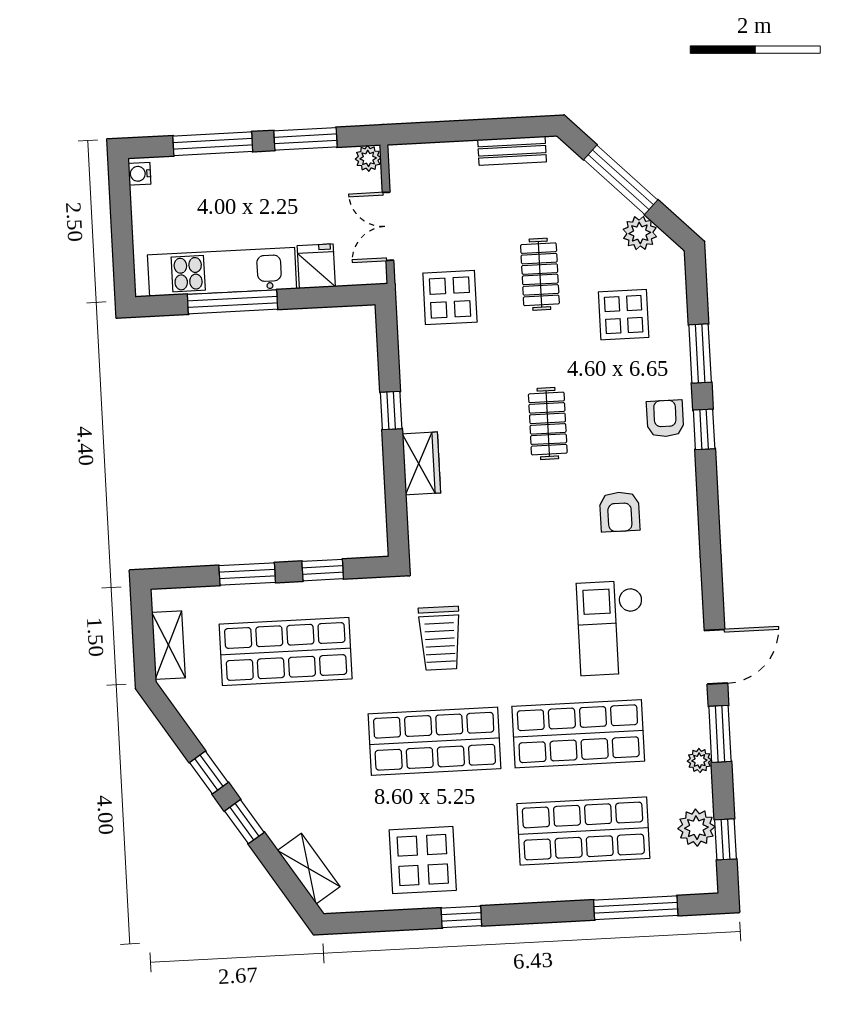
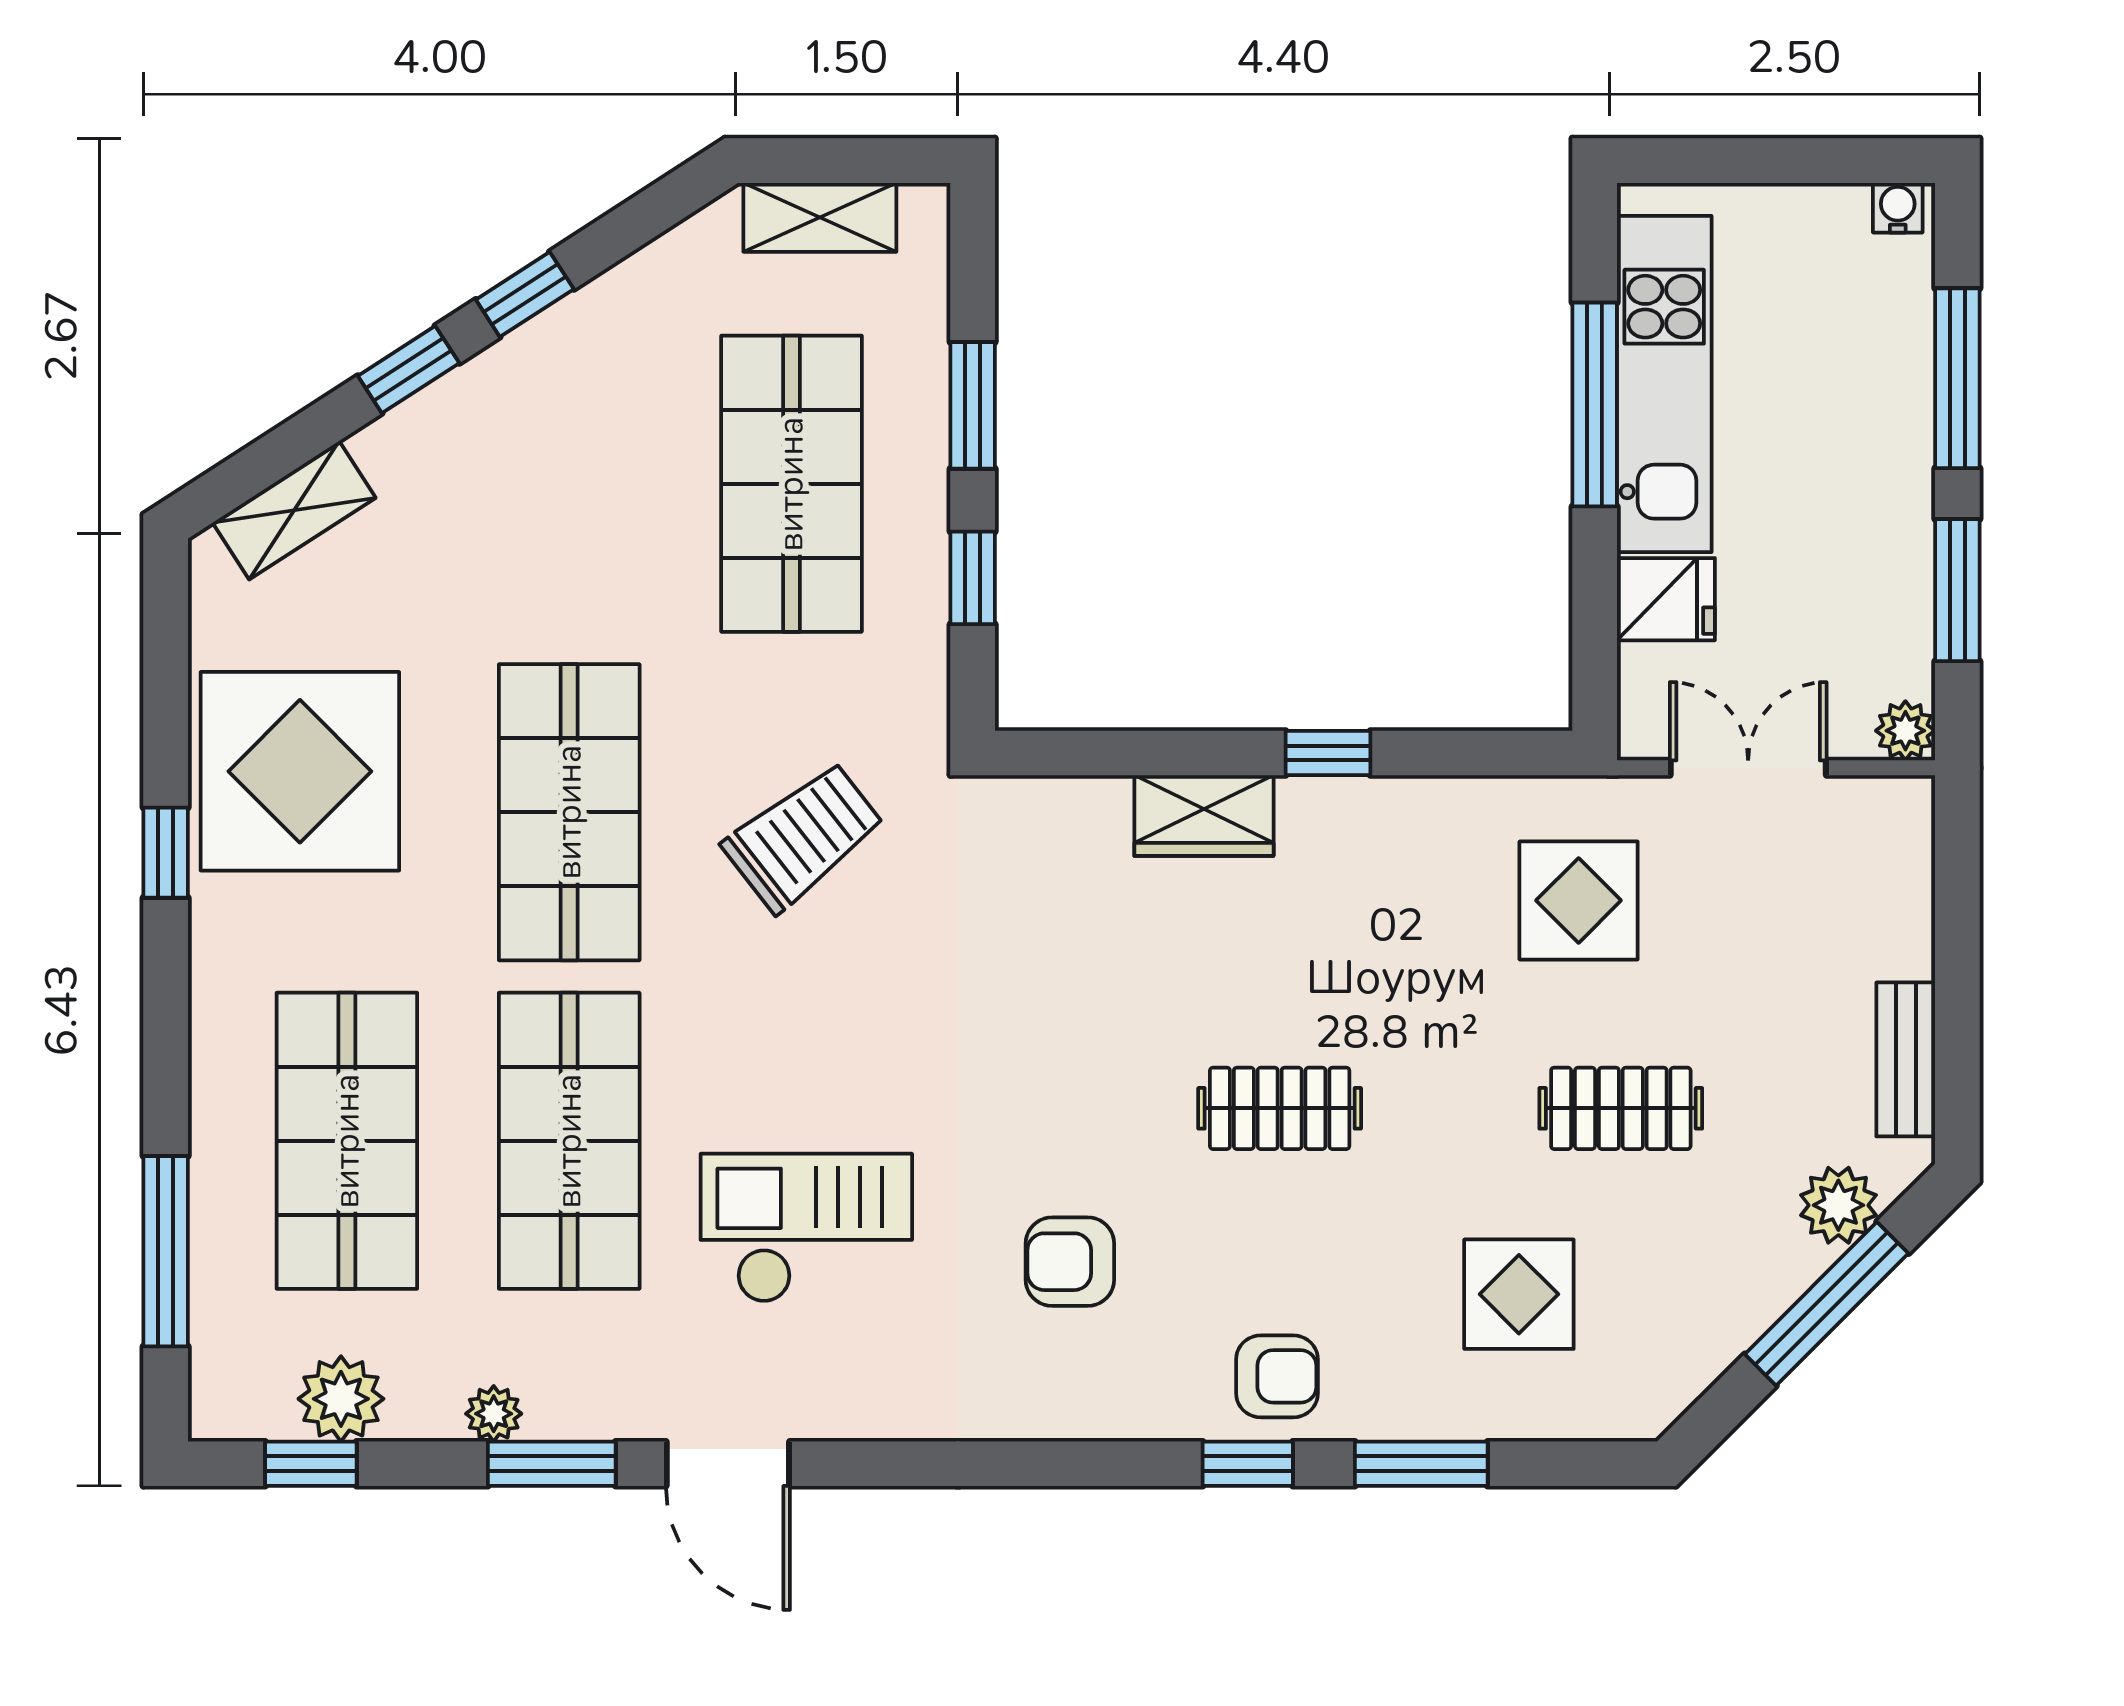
plant: (640, 233) -> (1838, 1205), moved
trolley: (440, 638) -> (803, 837), turned 142
display table: (423, 860) -> (300, 771), width x1.36, depth x1.36

